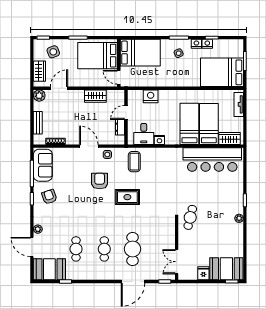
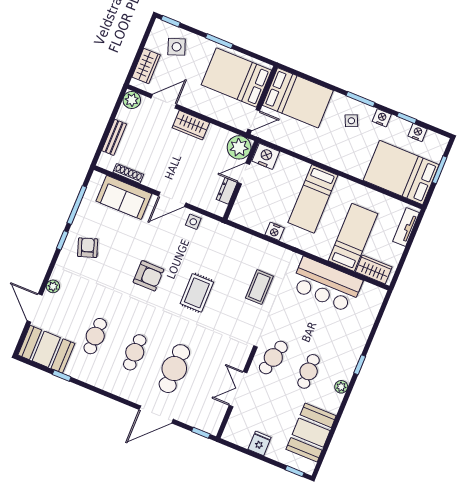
nightstand: (207, 44) -> (418, 133), moved
door: (119, 77) -> (254, 120), swing flipped
wardrobe: (95, 96) -> (191, 125), moved
nightstand: (151, 96) -> (266, 156), moved
plant: (117, 98) -> (239, 147), added
bed: (189, 124) -> (313, 199), moved, turned 180
desk: (144, 134) -> (256, 214), removed
door: (89, 146) -> (172, 199), swing flipped
bar counter: (212, 160) -> (326, 285), width x0.73
coffee table: (134, 162) -> (259, 287), moved
sofa: (43, 165) -> (124, 197), moved, turned 90
armchair: (100, 181) -> (148, 276), moved, turned 90
rug: (127, 197) -> (197, 293), turned 90
cafe table: (215, 217) -> (309, 371), added
double door: (177, 262) -> (238, 389), moved
booth: (226, 269) -> (311, 433), moved, turned 90

